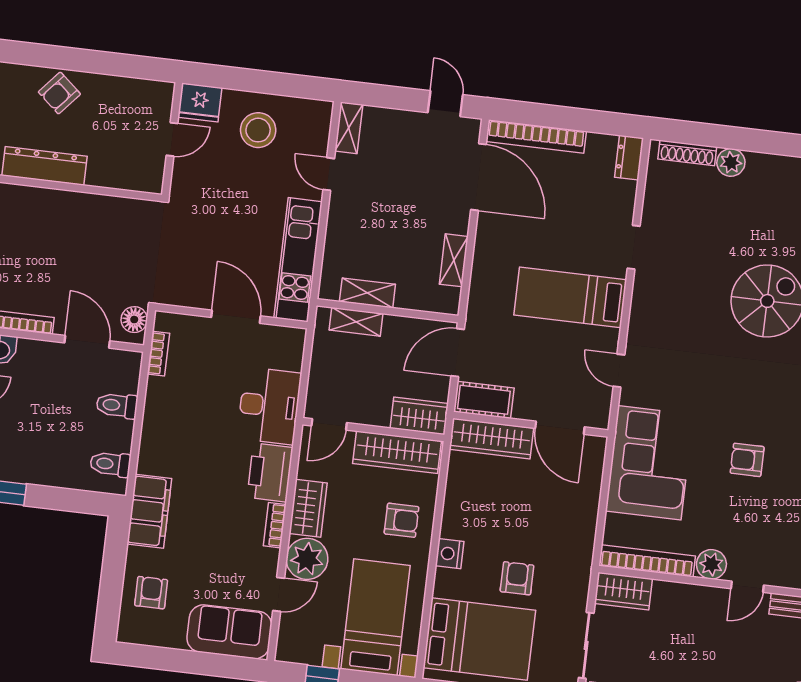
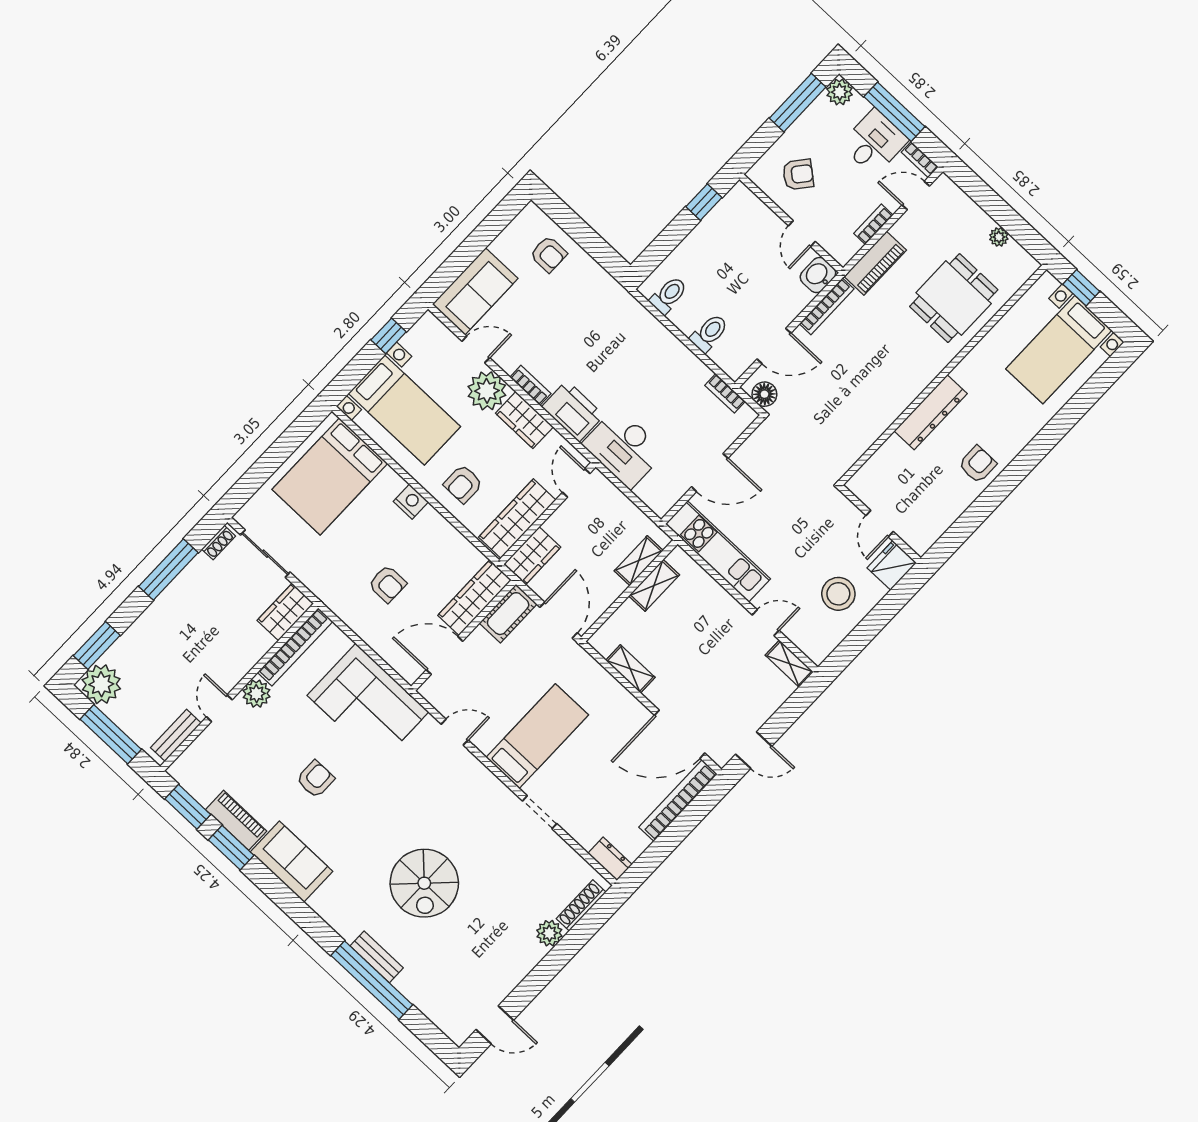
armchair: (59, 93) -> (978, 464), turned 49
filing cabinet: (149, 511) -> (611, 298), removed
armchair: (517, 578) -> (387, 584), moved
door: (279, 594) -> (476, 350), swing flipped

